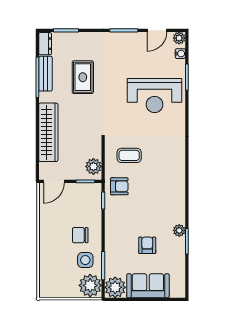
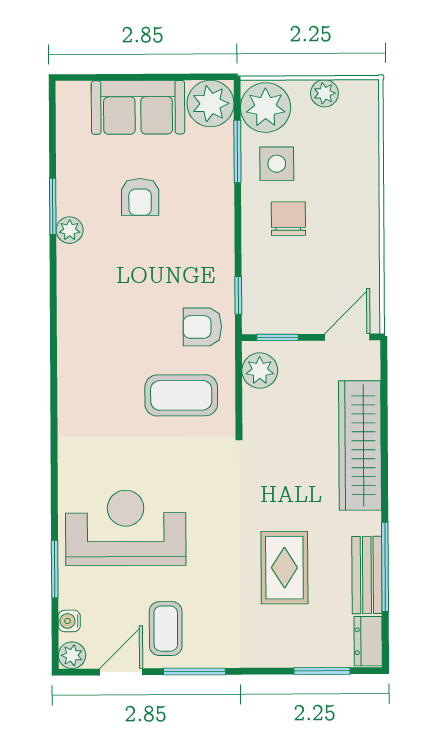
coffee table: (137, 50) -> (166, 629), added
coffee table: (129, 155) -> (181, 395), width x1.36, depth x1.30
chair: (80, 235) -> (288, 219), turned -90
plant: (64, 292) -> (324, 93), added

